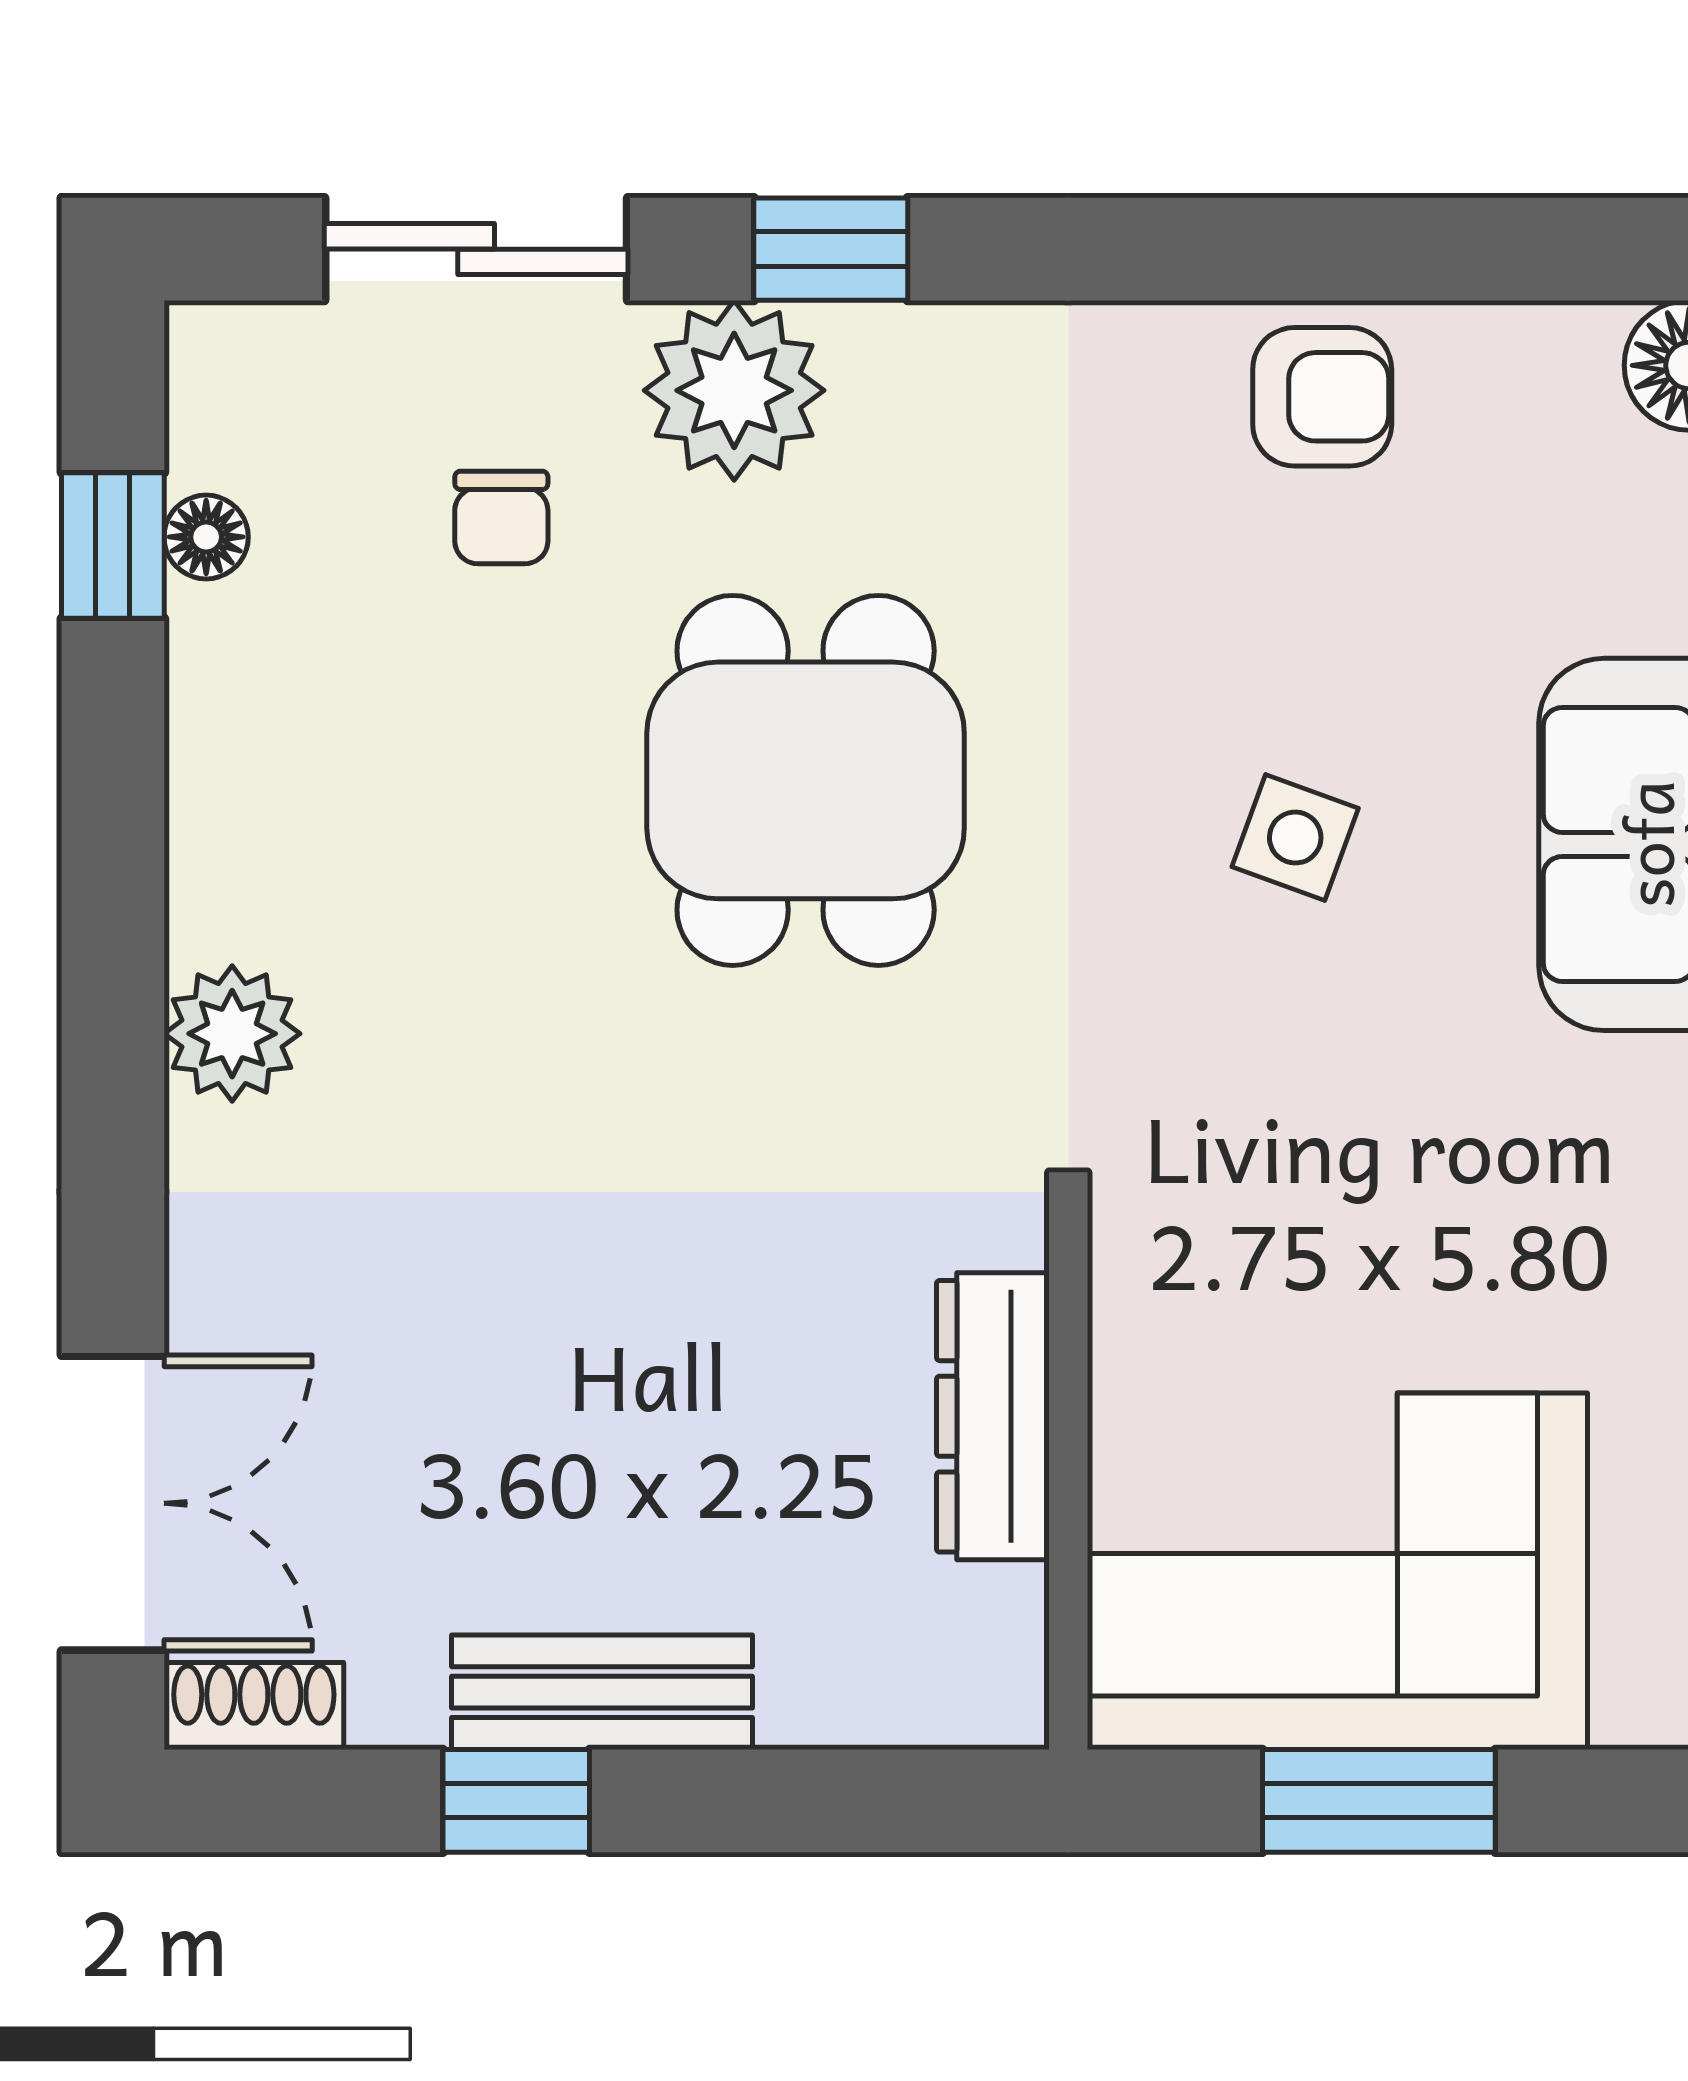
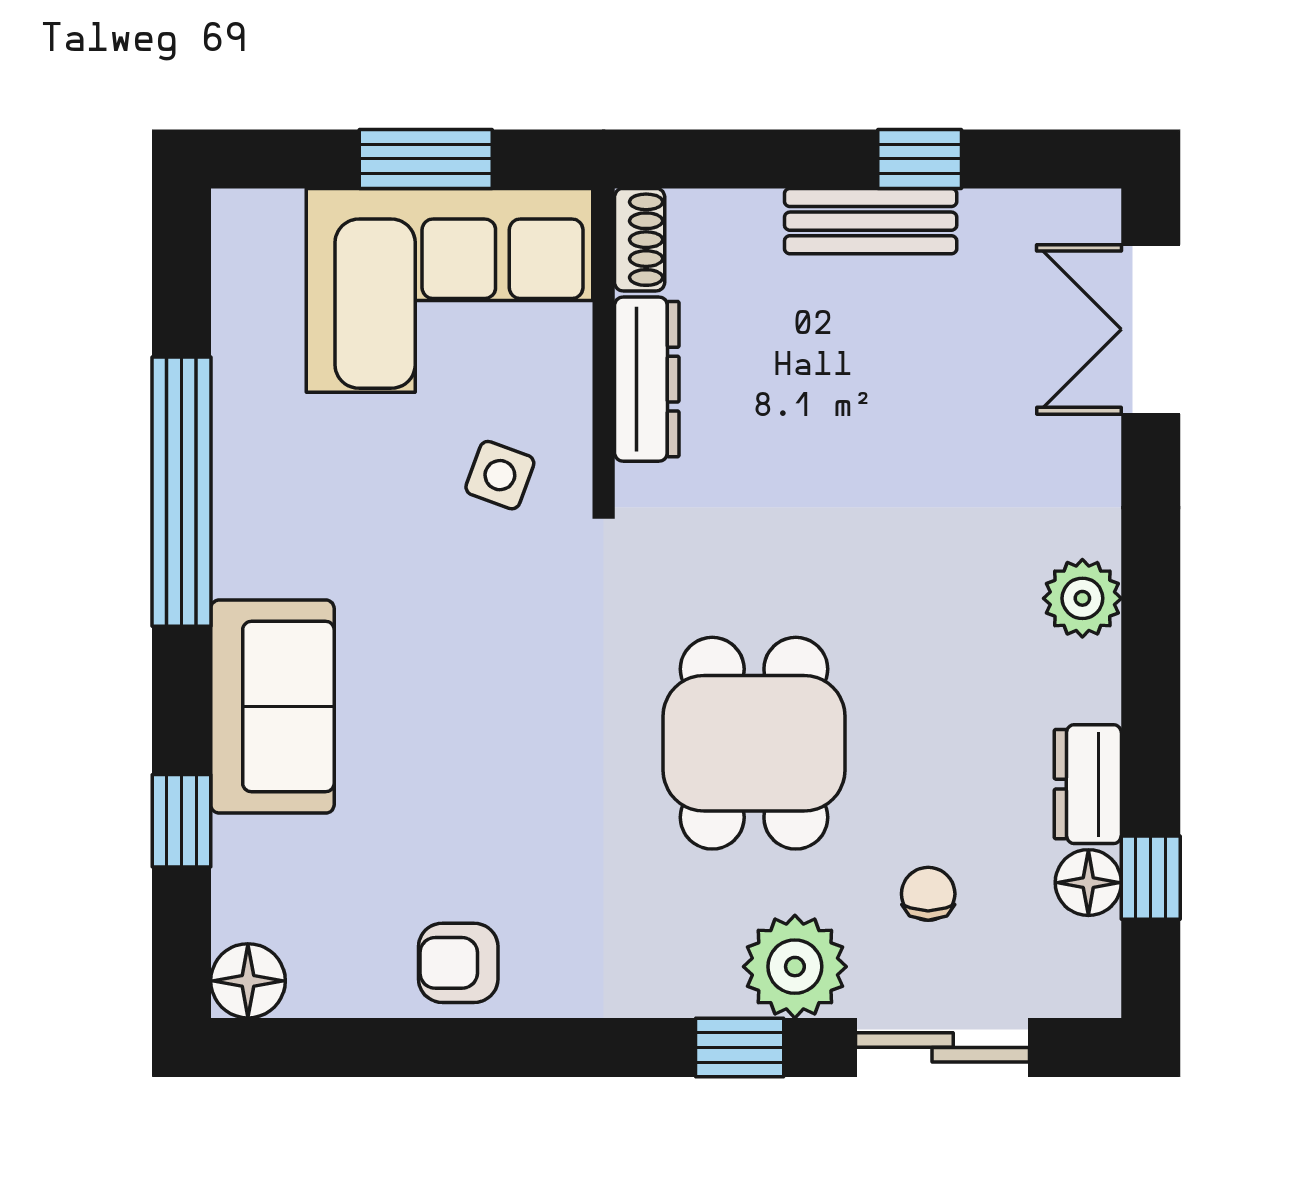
floor lamp: (206, 537) -> (1088, 883), width x1.37, depth x1.37
dresser: (223, 709) -> (1088, 784), added
side table: (1295, 838) -> (500, 475), moved
shoe rack: (254, 1706) -> (640, 240), moved, turned -90

